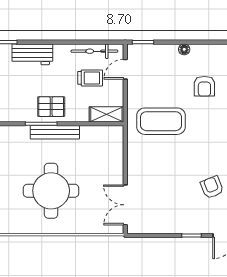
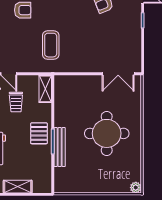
trolley: (90, 78) -> (16, 102), turned 180
coffee table: (161, 121) -> (51, 45), width x0.73, depth x0.76
bench: (55, 132) -> (60, 147), moved

